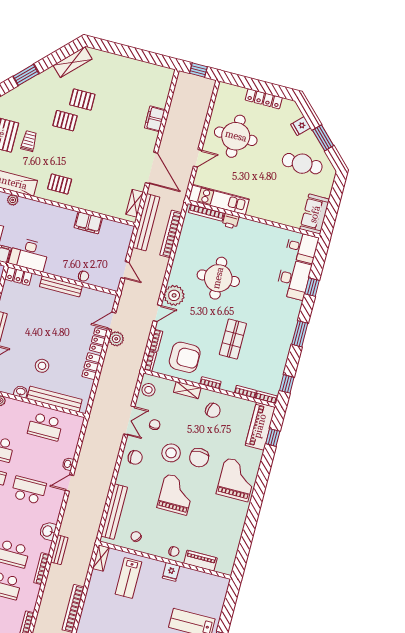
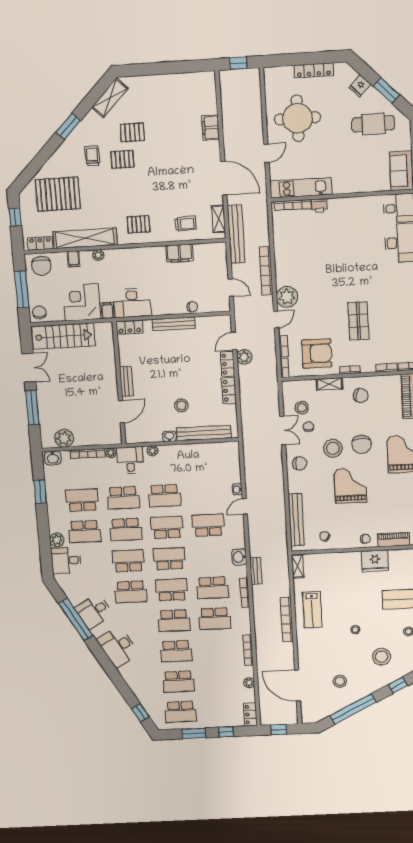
trolley: (29, 141) -> (92, 156), moved
trolley: (103, 198) -> (185, 224), added
bookcase: (171, 234) -> (266, 271), moved
round table: (218, 278) -> (325, 266), removed
stool: (148, 390) -> (302, 408), moved
school desk: (45, 427) -> (204, 462), removed
fridge: (171, 572) -> (375, 561), width x1.88, depth x1.34
lab bench: (128, 578) -> (312, 610), moved

